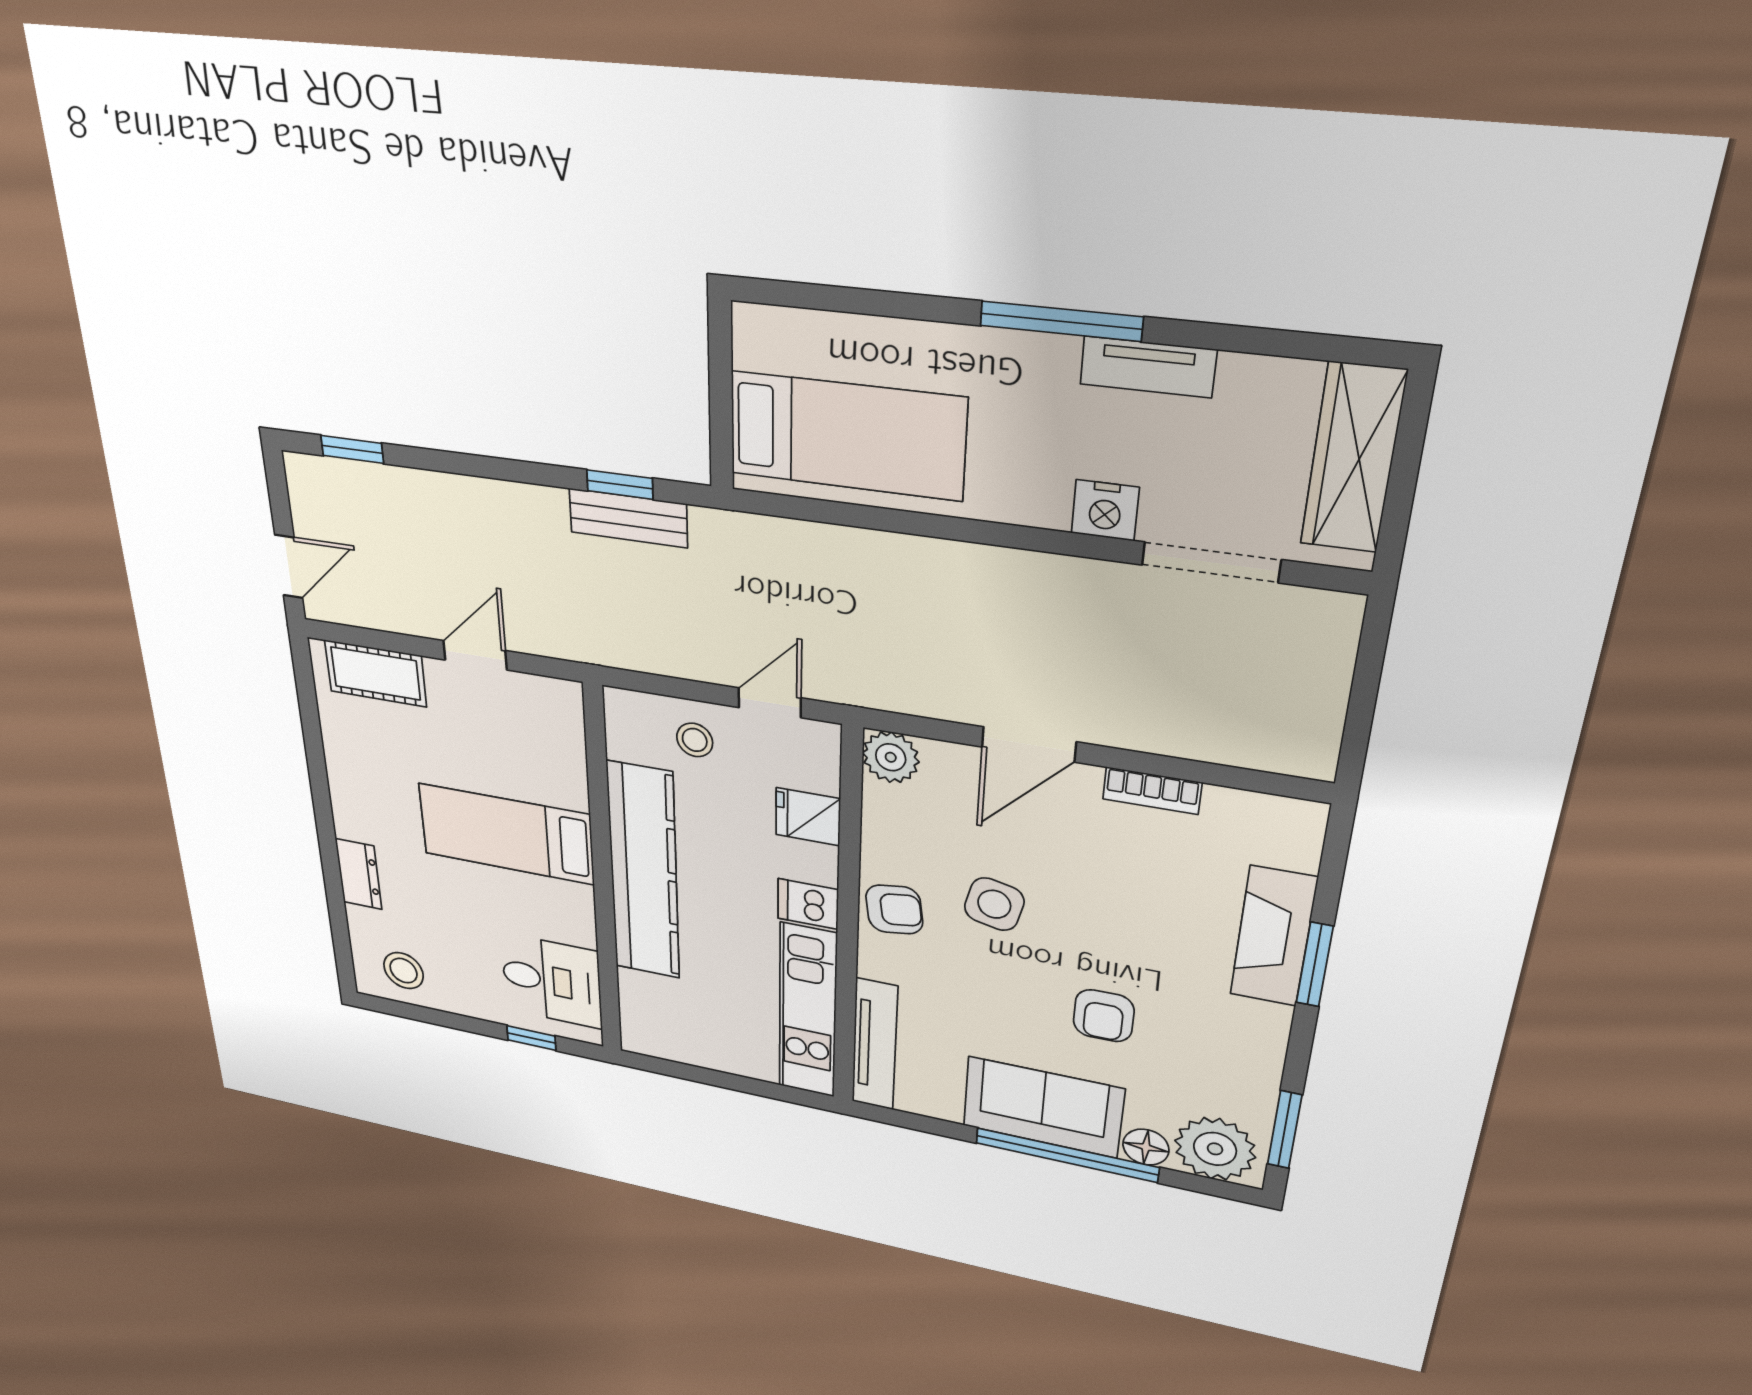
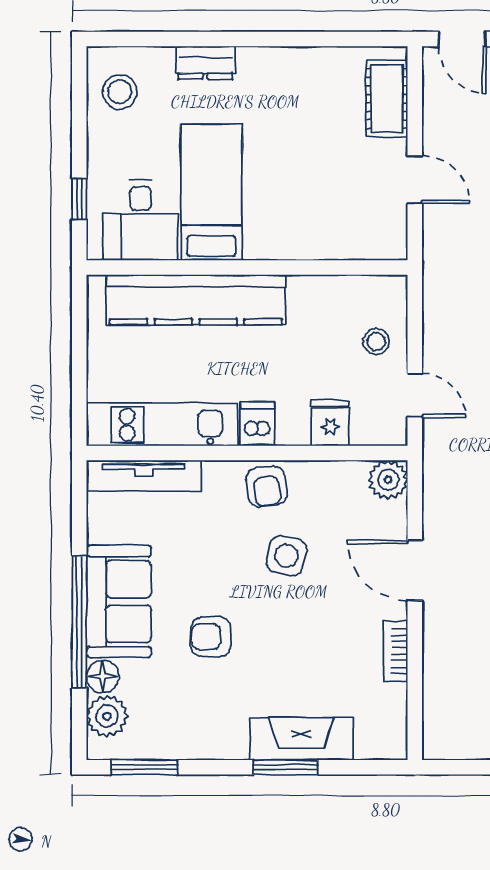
bed: (506, 834) -> (211, 192), moved
kitchen counter: (644, 872) -> (196, 300), moved
plant: (1215, 1149) -> (107, 716), width x0.73, depth x0.73

